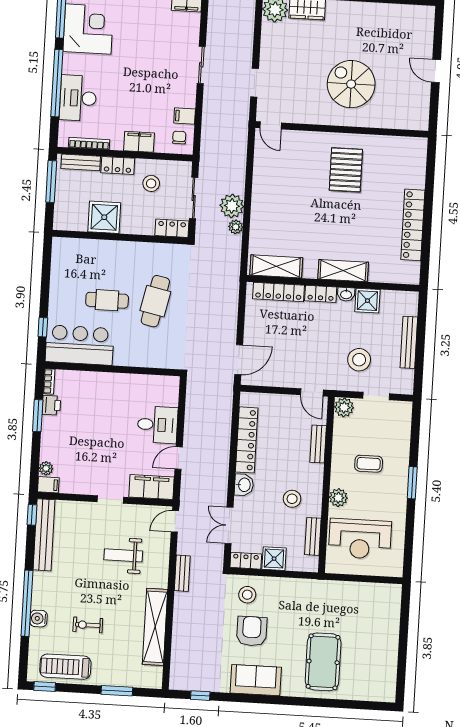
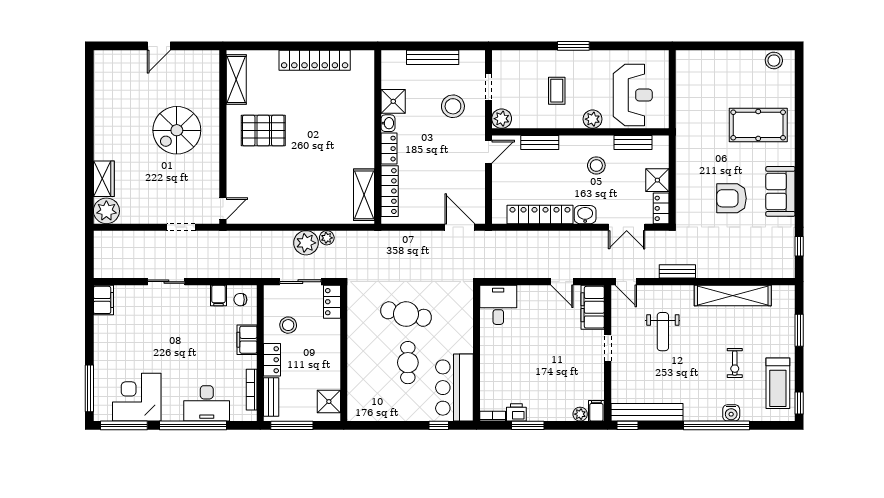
shower: (104, 217) -> (329, 402), moved, width x0.73, depth x0.73
shelving: (343, 271) -> (236, 80), moved
desk: (157, 425) -> (498, 305), moved
stool: (247, 595) -> (774, 61), moved

